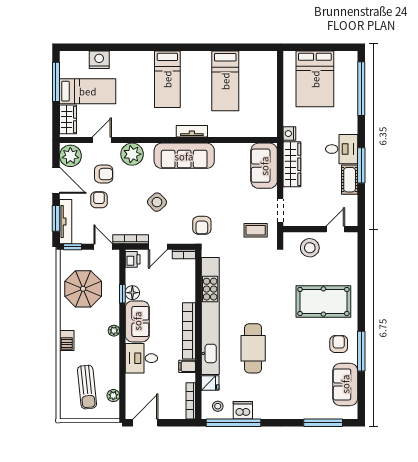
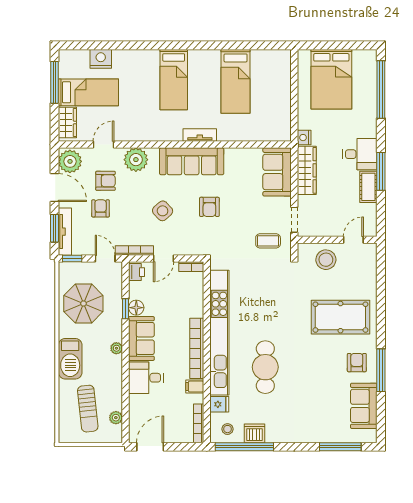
armchair: (202, 225) -> (209, 207), moved
barbecue: (67, 340) -> (70, 359), width x1.88, depth x1.53

